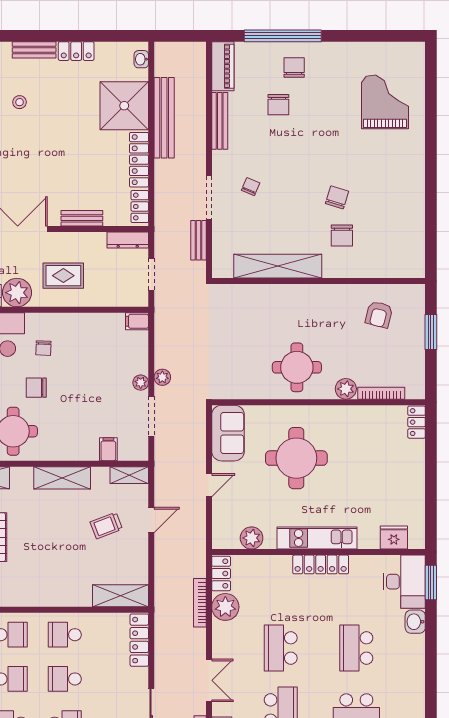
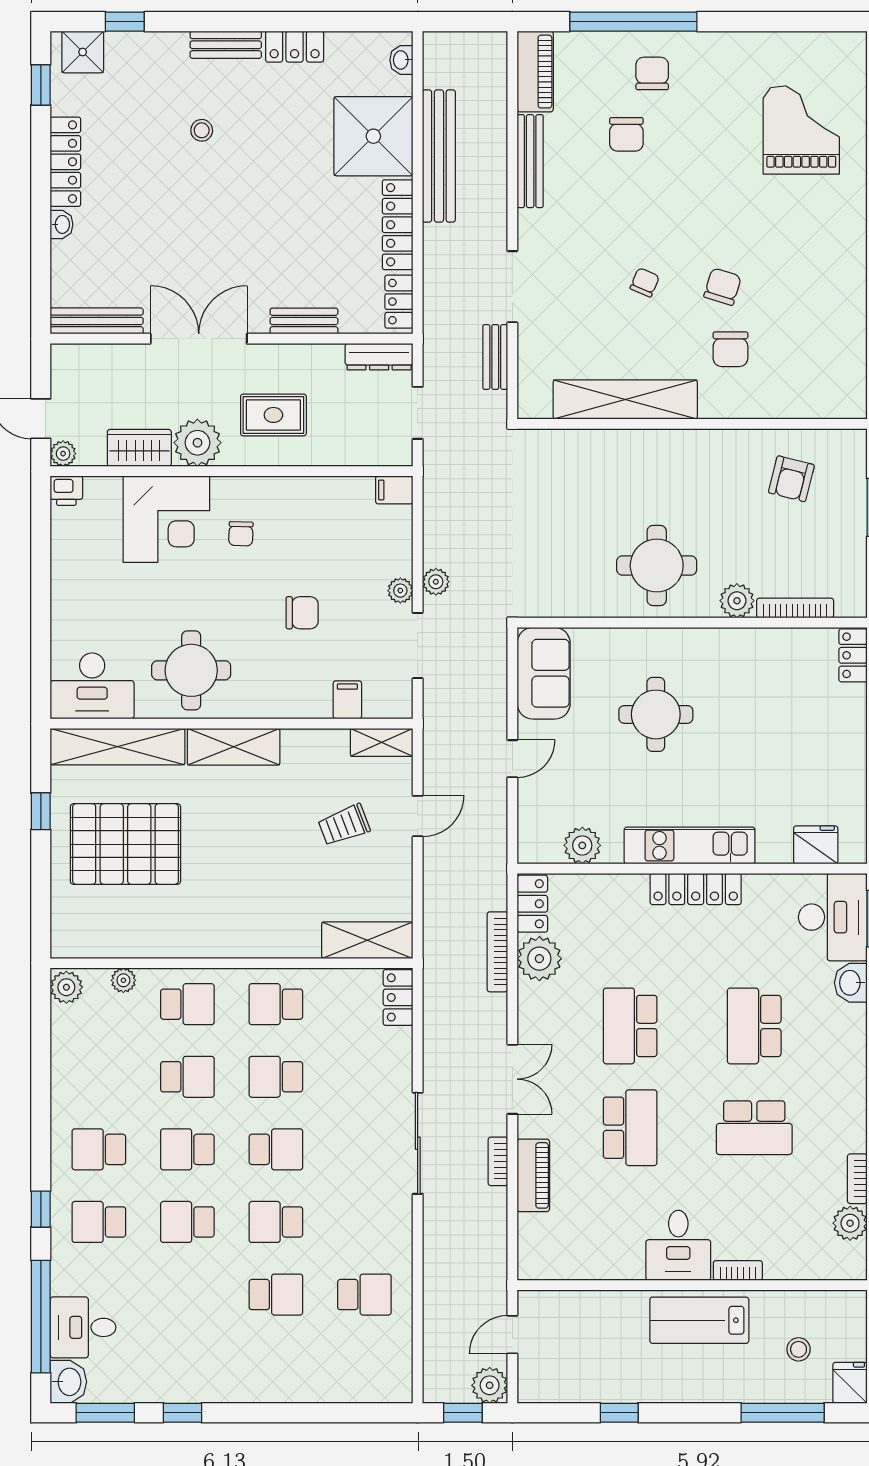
chair: (251, 187) -> (645, 282), moved
chair: (36, 388) -> (302, 613), moved, turned 180
round table: (296, 458) -> (656, 714), width x0.73, depth x0.73
shelving: (62, 478) -> (234, 747), moved
locker: (139, 640) -> (398, 997), width x0.66

